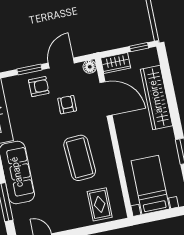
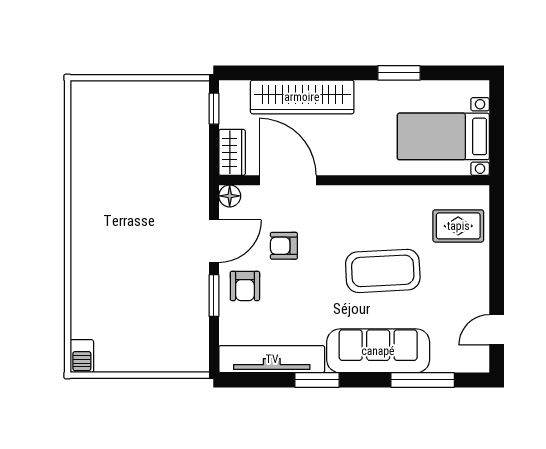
door: (61, 63) -> (214, 241), swing flipped
armchair: (39, 87) -> (245, 286), turned 180
door: (106, 99) -> (288, 180), hinge flipped
coffee table: (80, 158) -> (383, 271), moved

